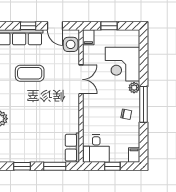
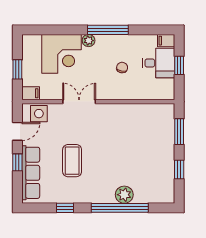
chair: (126, 114) -> (122, 68), moved
row of seats: (72, 148) -> (158, 111), removed
desk: (96, 148) -> (158, 63), moved

